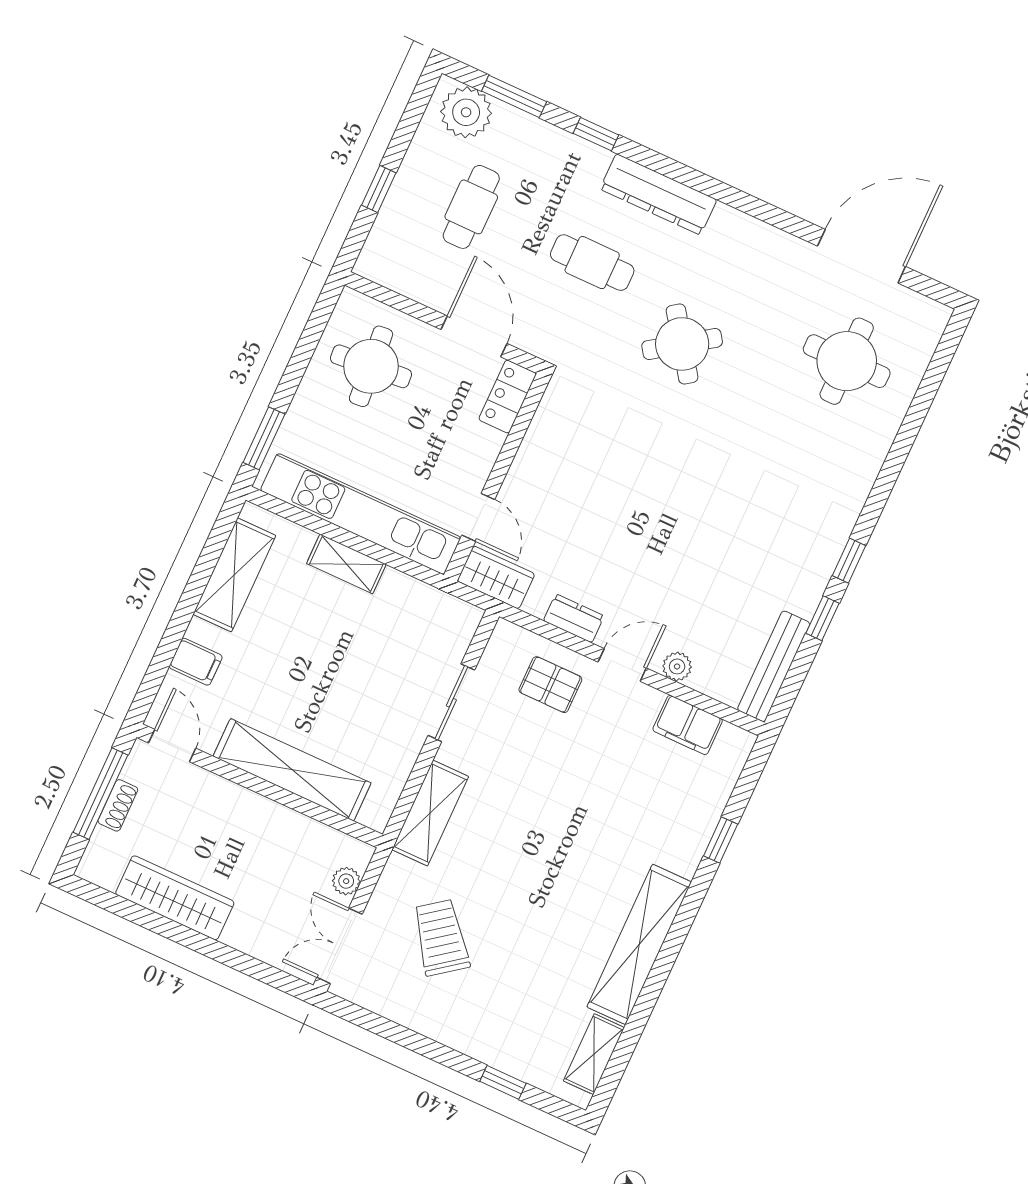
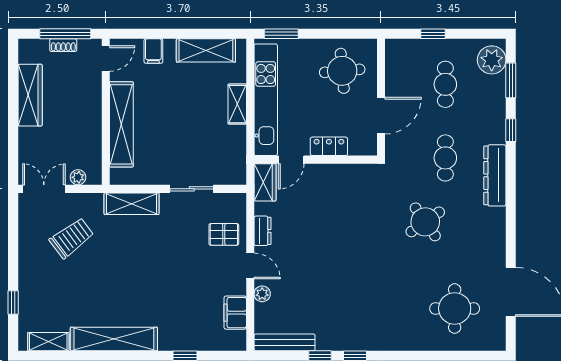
cafe table: (471, 207) -> (445, 84), turned 90
locker: (507, 397) -> (329, 146), moved
pallet: (550, 685) -> (224, 234), turned 90

